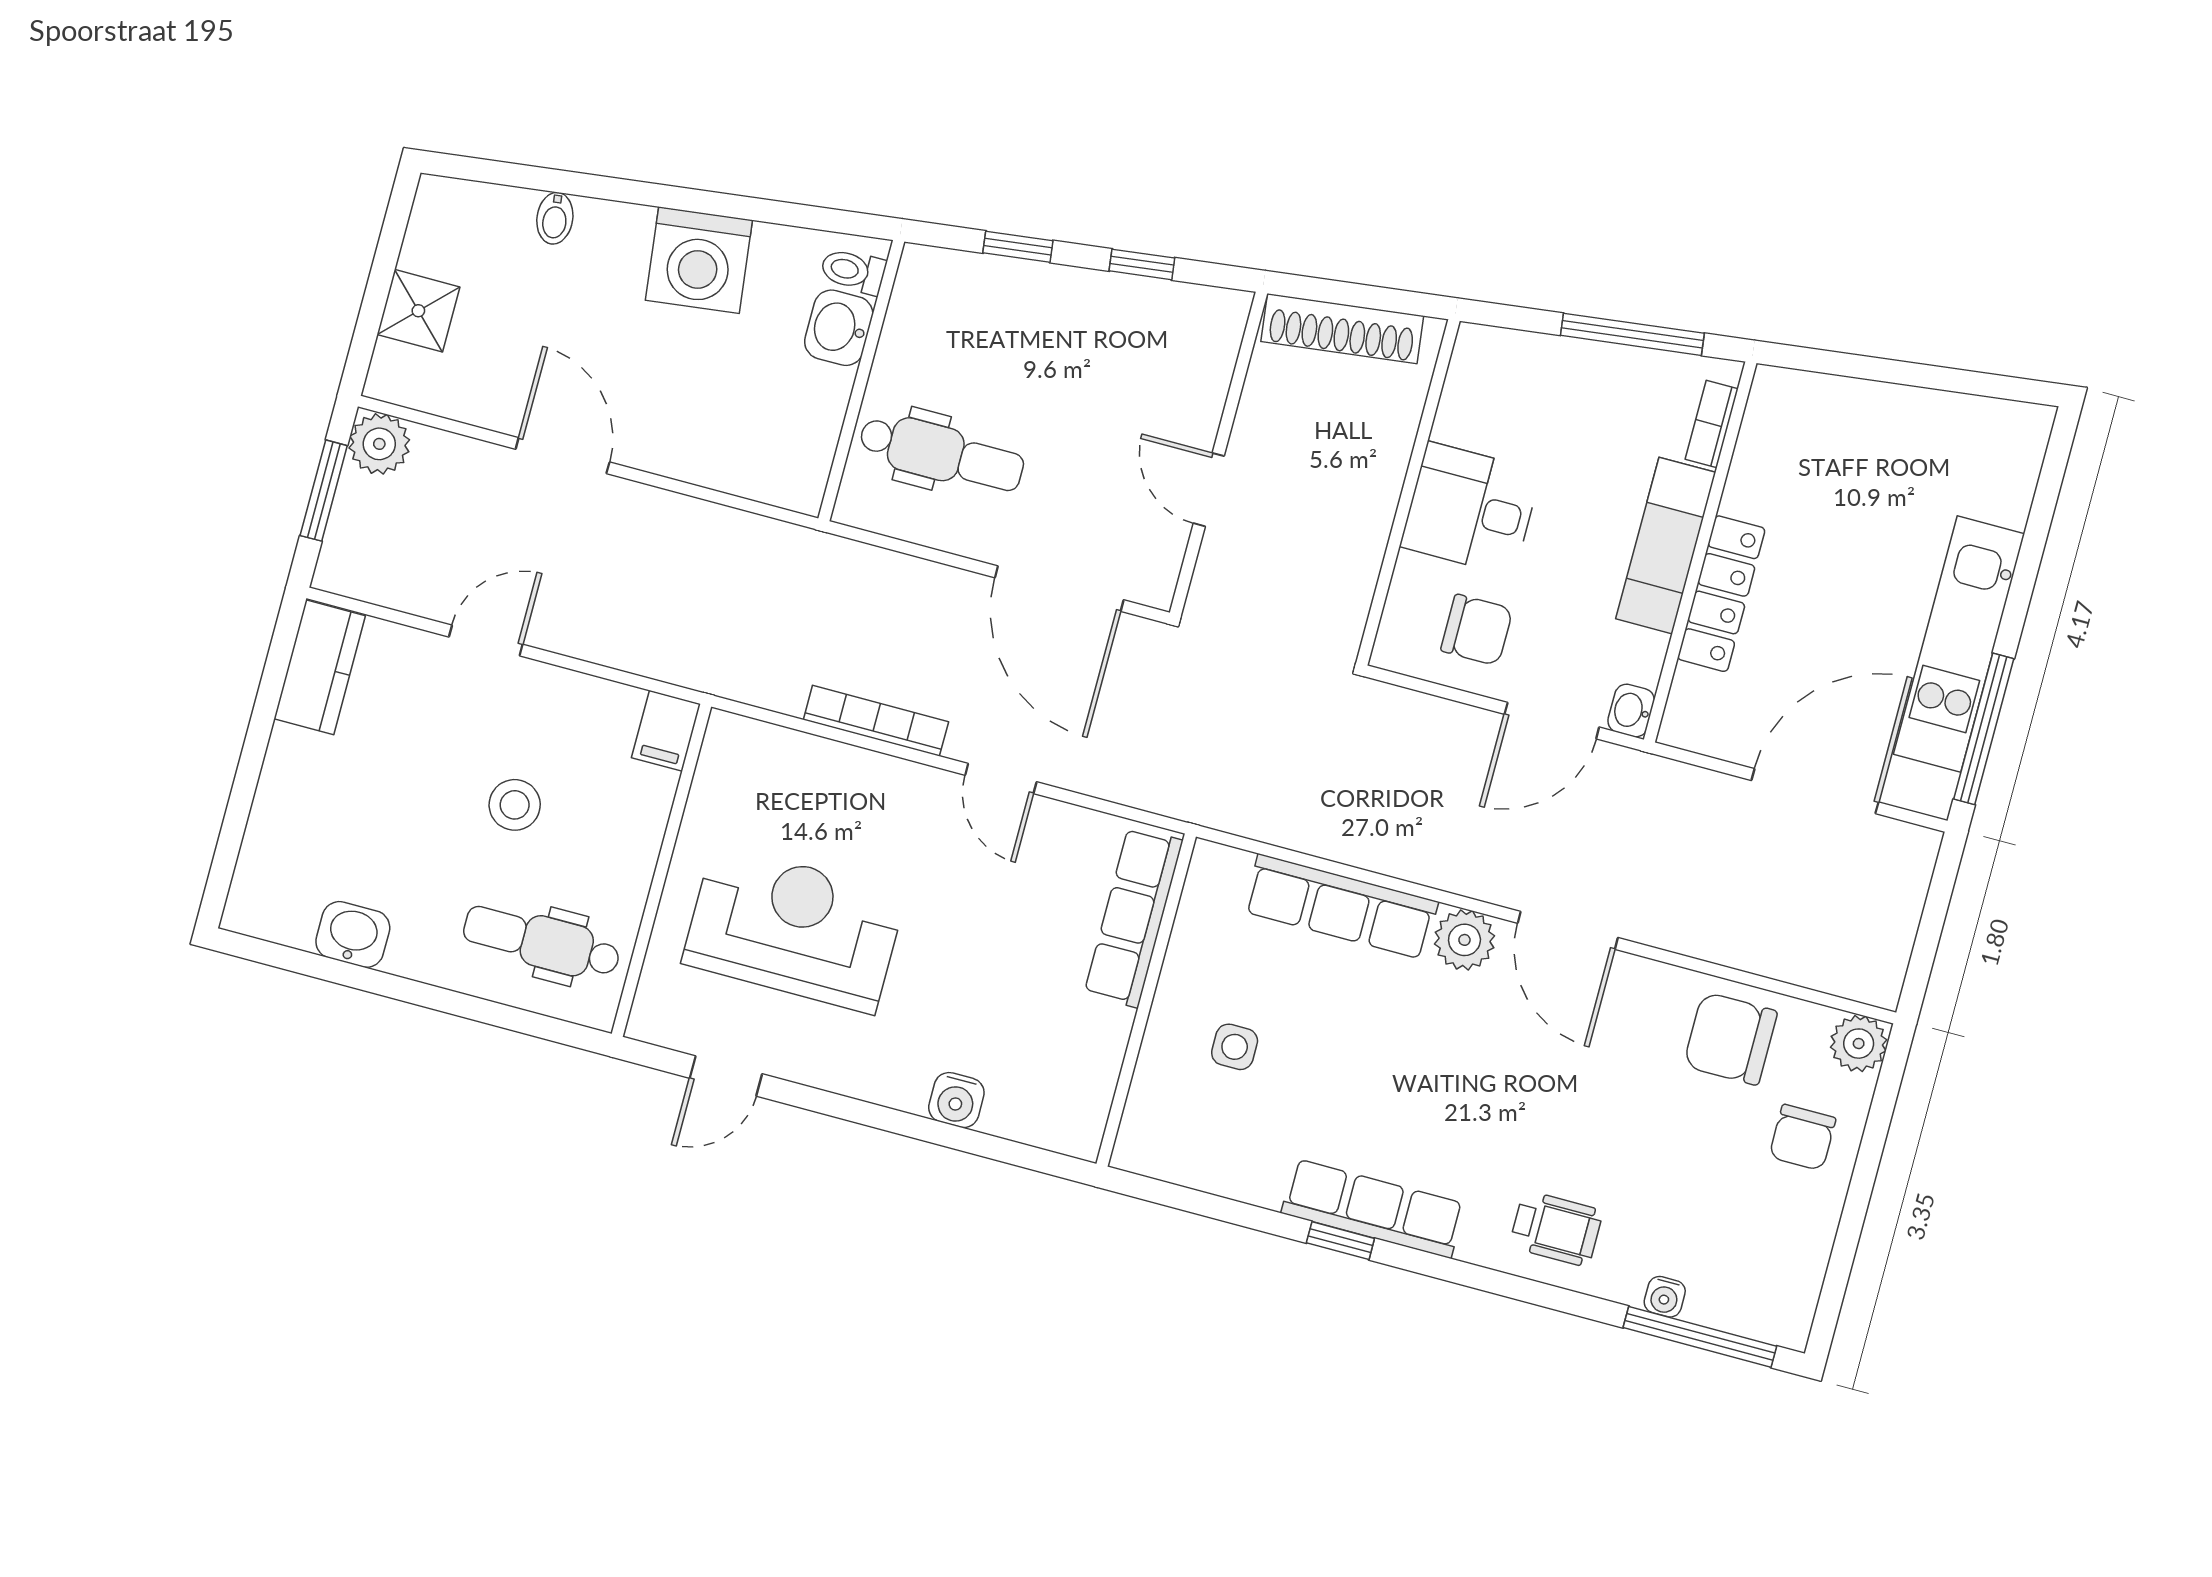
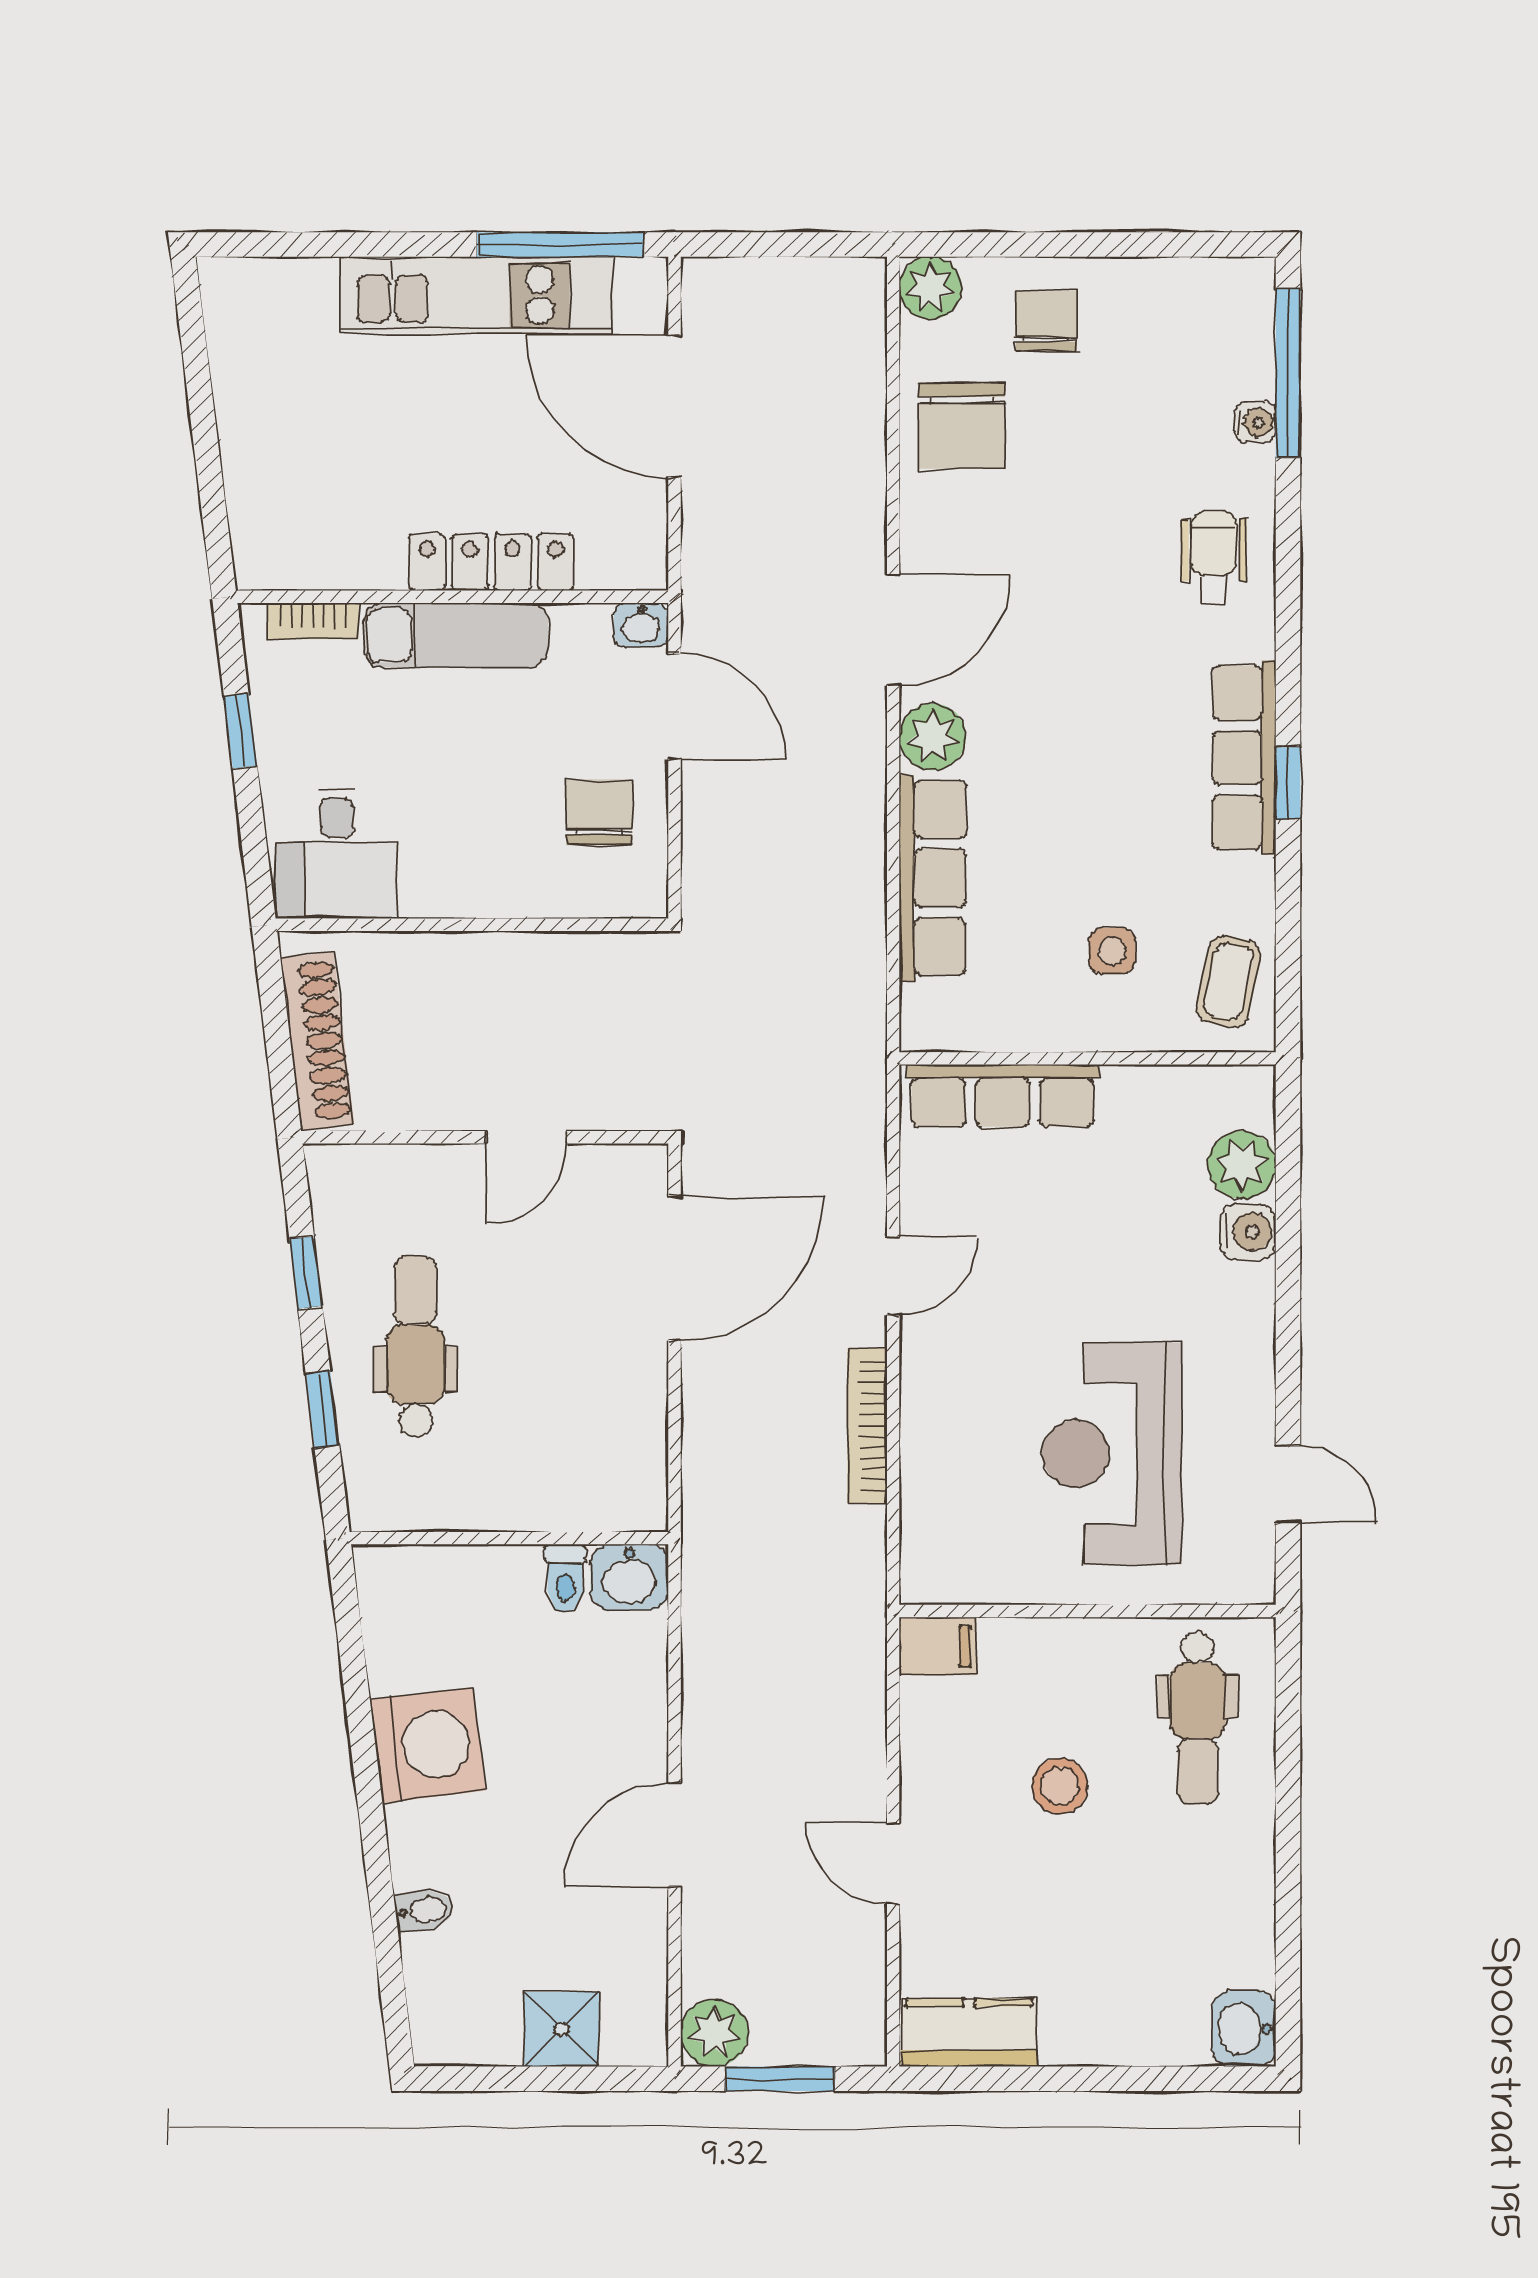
toilet: (853, 271) -> (565, 1578), moved
washbasin: (839, 328) -> (630, 1577), moved
window: (1632, 334) -> (241, 731), width x0.46
dental chair: (942, 454) -> (415, 1346), moved
desk: (1471, 509) -> (337, 853), moved
washbasin: (353, 934) -> (1244, 2029), moved
plant: (1016, 1110) -> (1242, 1165), added
chair: (1802, 1137) -> (1046, 321), turned -90
coffee table: (1180, 1142) -> (1229, 982), added

